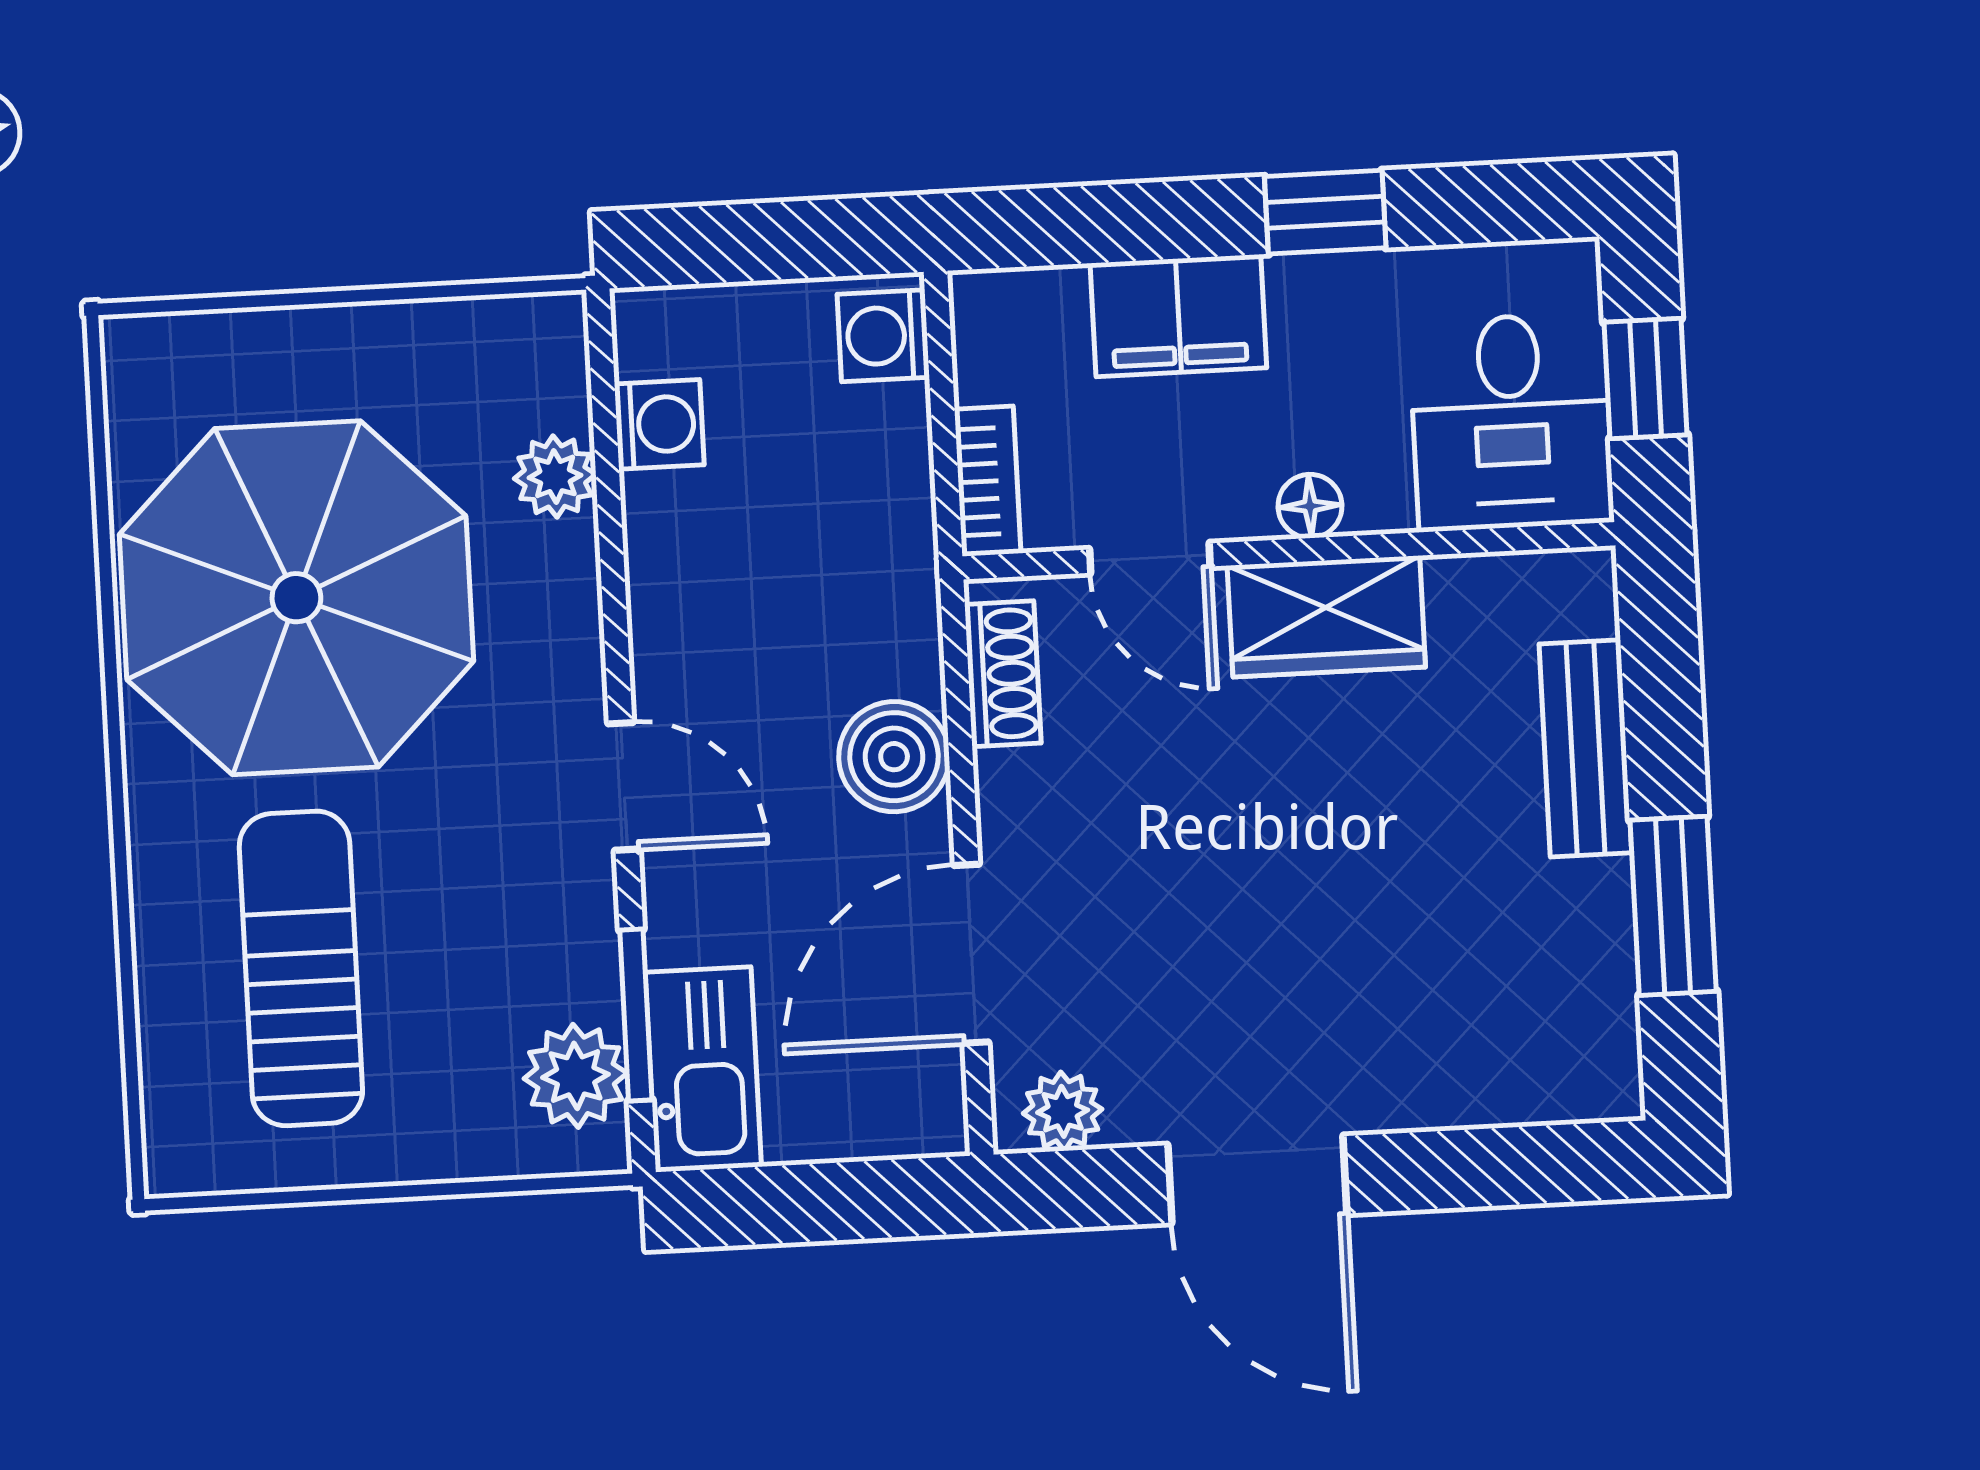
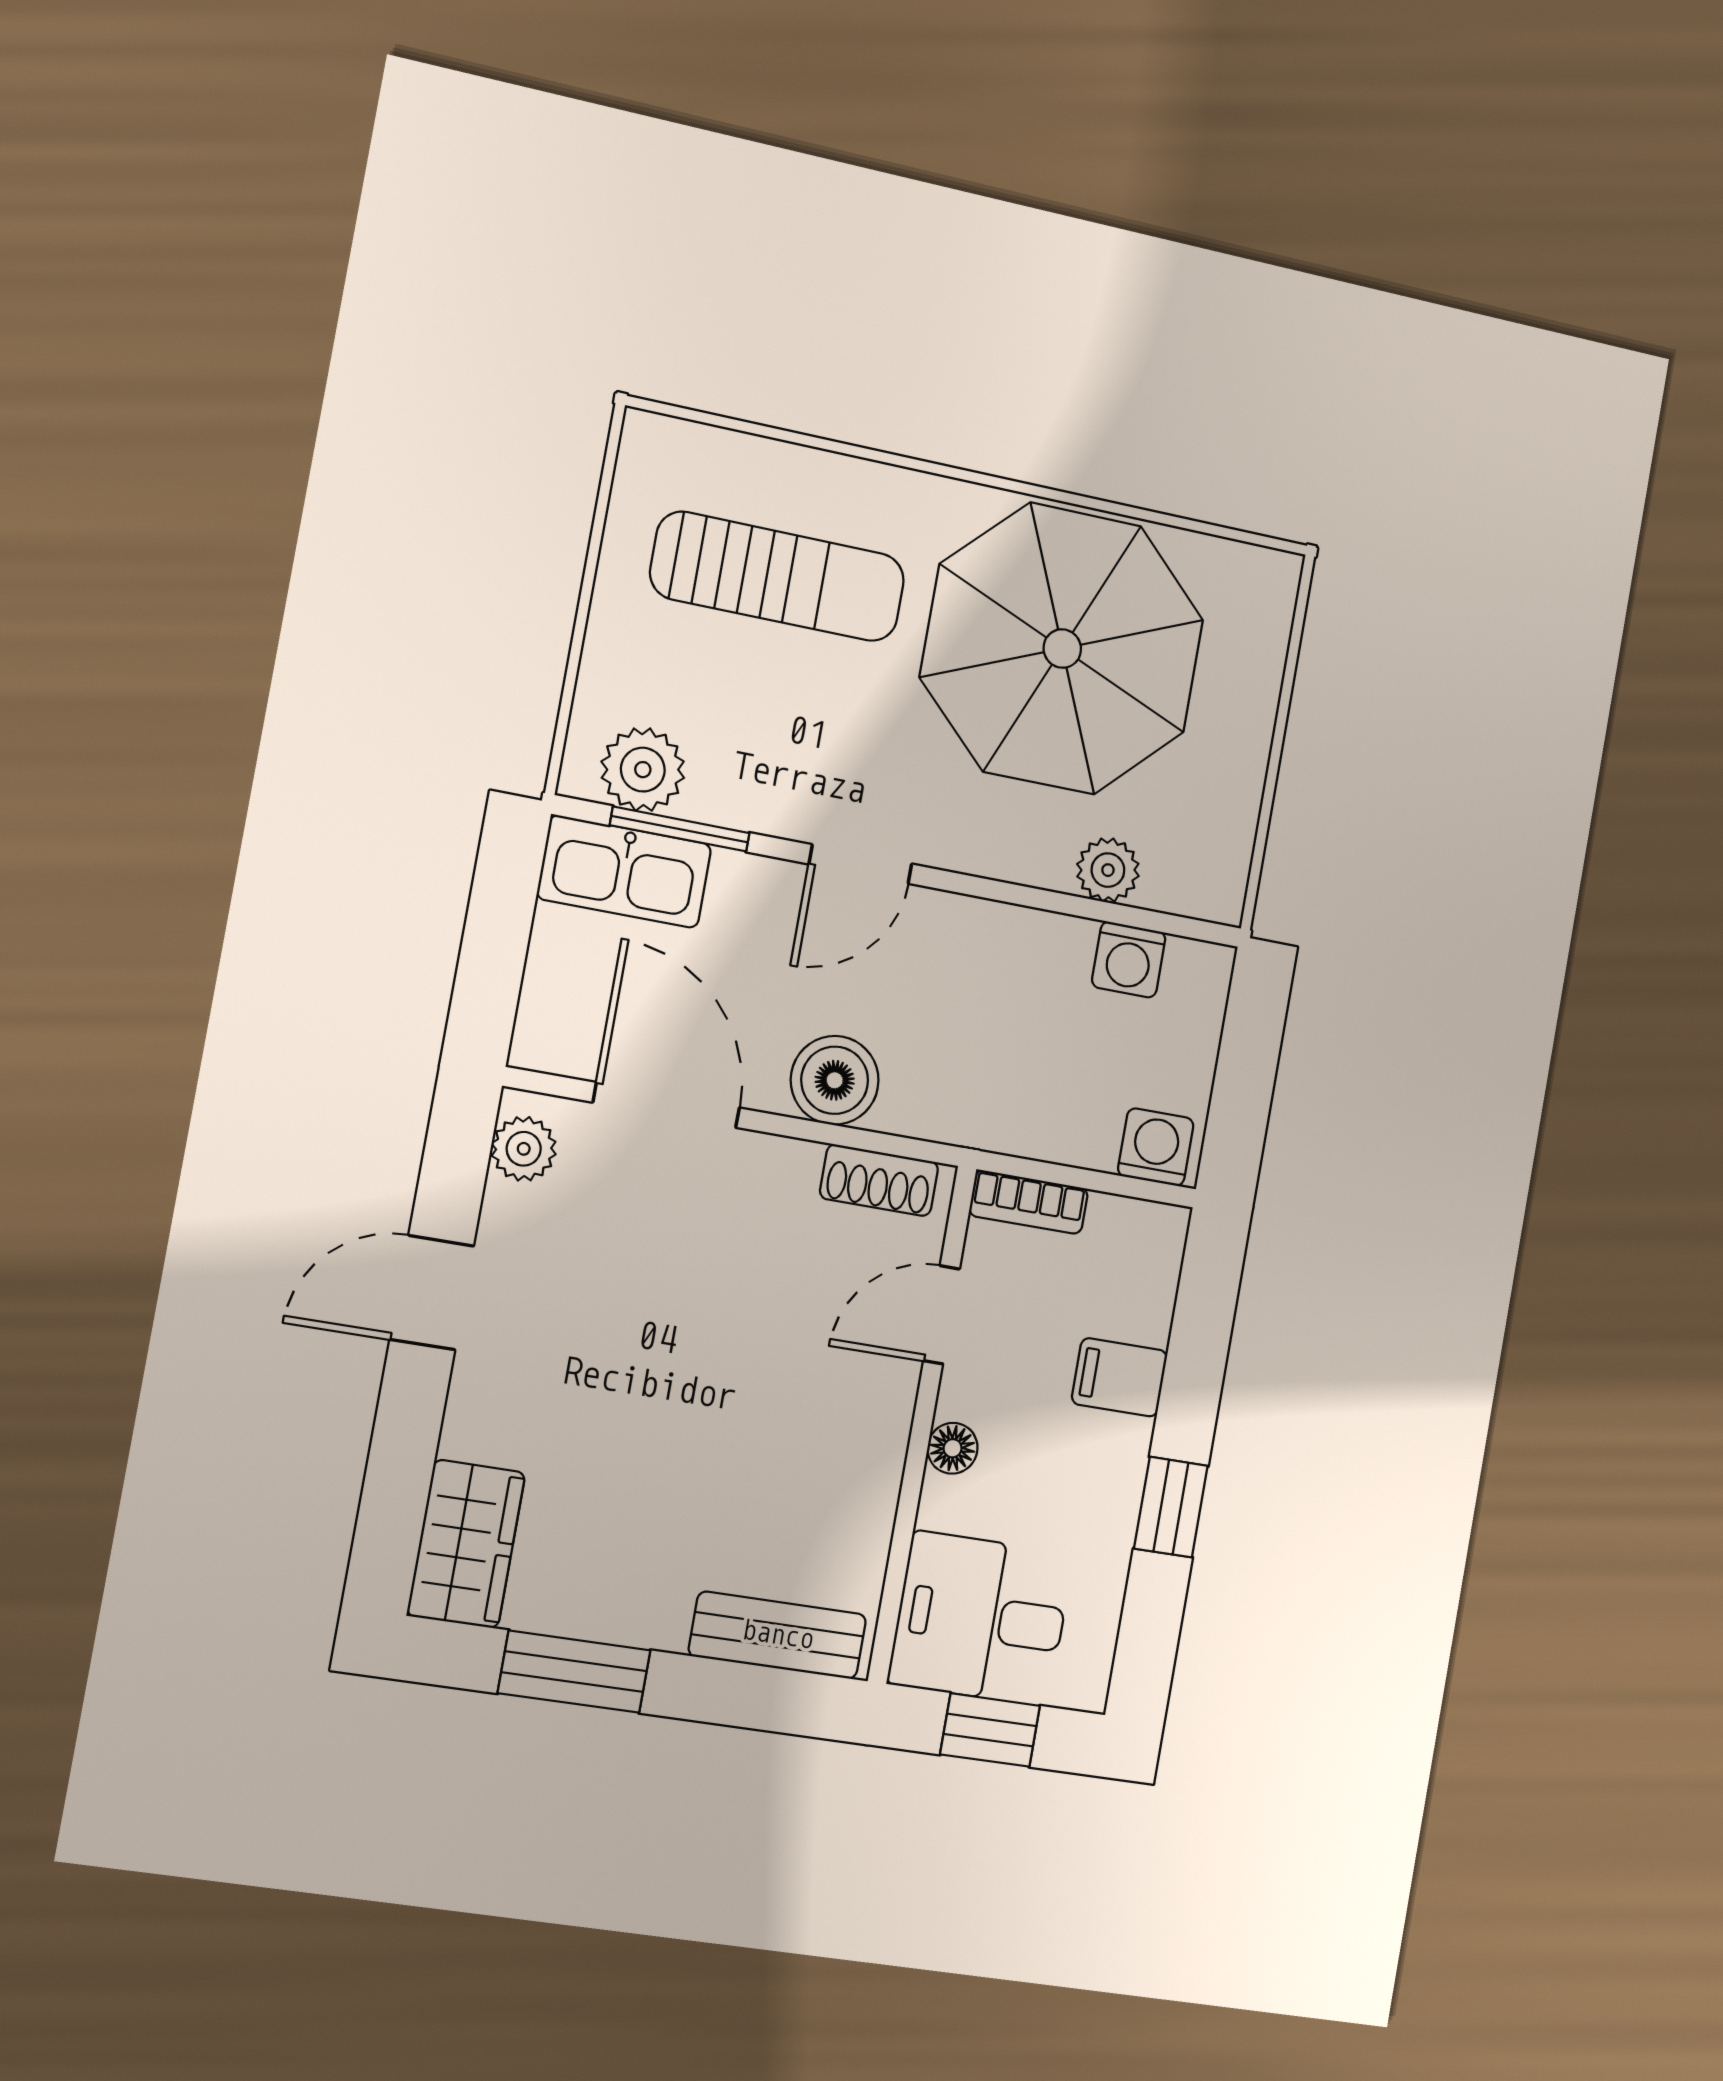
filing cabinet: (1178, 316) -> (1119, 1377), width x0.50
wardrobe: (1326, 616) -> (466, 1544), moved, turned 180
bench: (1585, 748) -> (778, 1635), moved
door: (1257, 1179) -> (432, 1293), width x0.73

